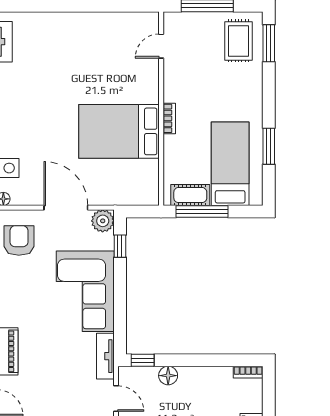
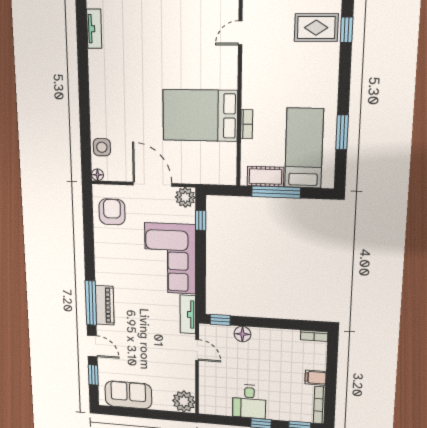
rug: (238, 41) -> (316, 28), turned 90
window: (269, 43) -> (347, 30), width x0.67
bookcase: (169, 118) -> (247, 124), moved

